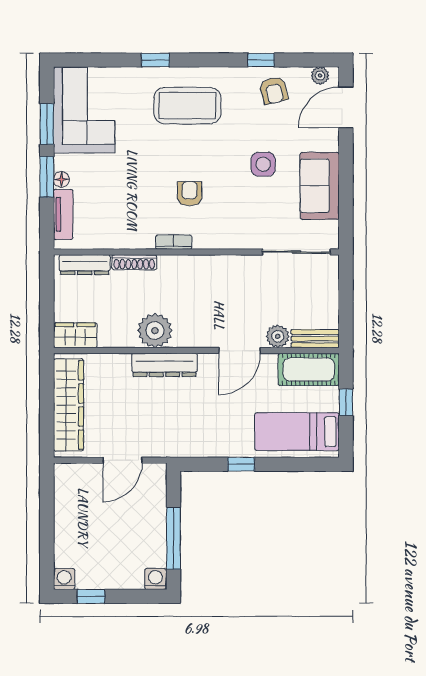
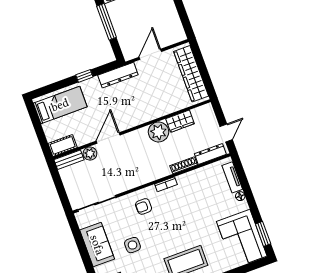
window: (47, 124) -> (263, 234), moved
window: (47, 177) -> (249, 195), removed
armchair: (190, 194) -> (144, 206), moved, turned 90
door: (47, 289) -> (226, 133), added
wardrobe: (75, 335) -> (180, 121), moved
dresser: (164, 365) -> (118, 75), moved, turned 180
cot: (309, 369) -> (63, 145), width x0.73, depth x0.75
window: (346, 402) -> (39, 131), removed

